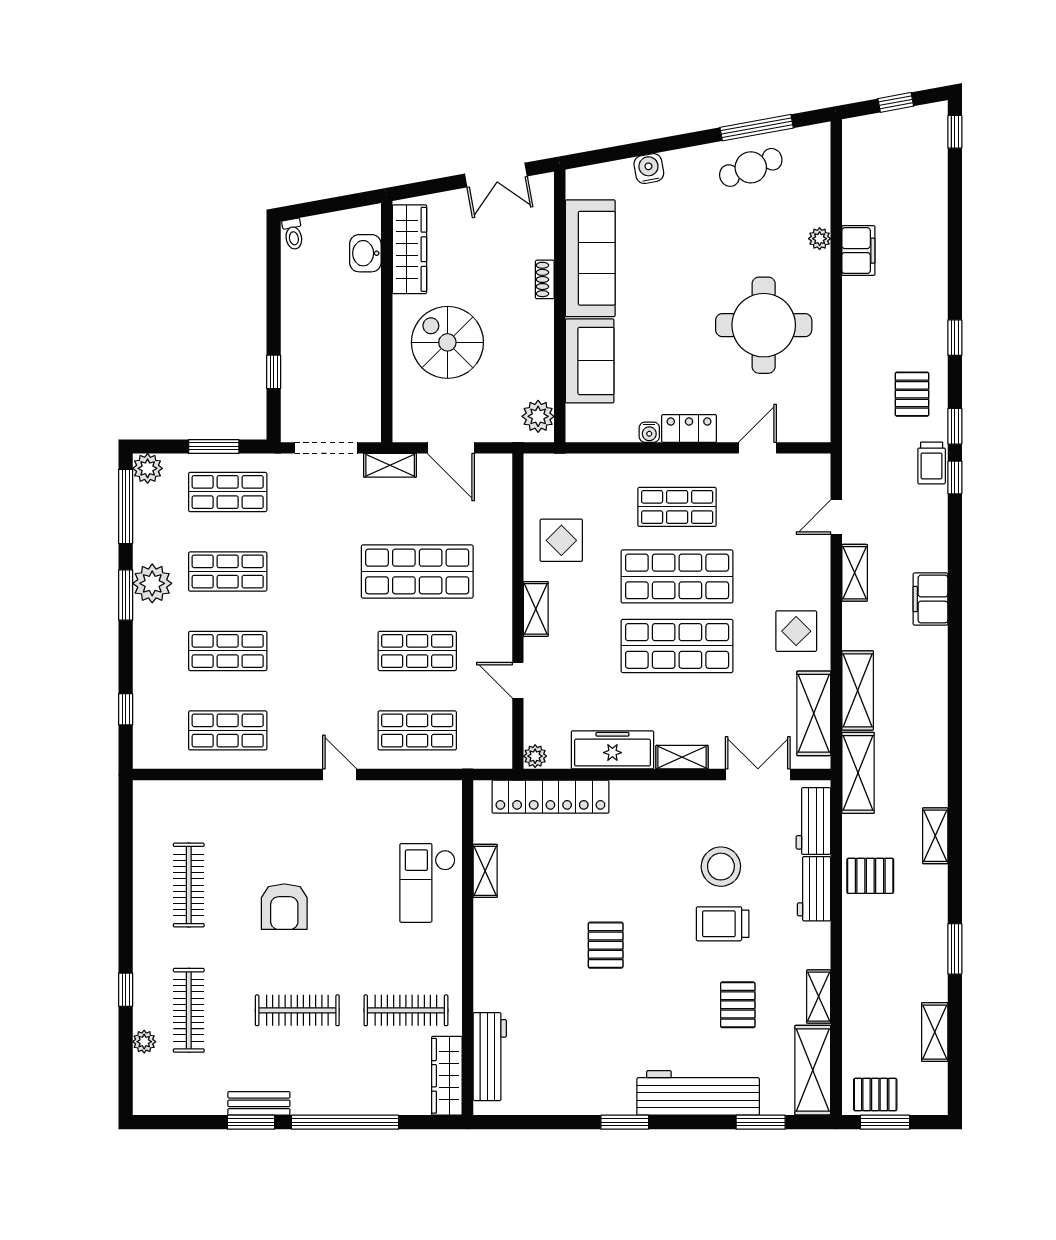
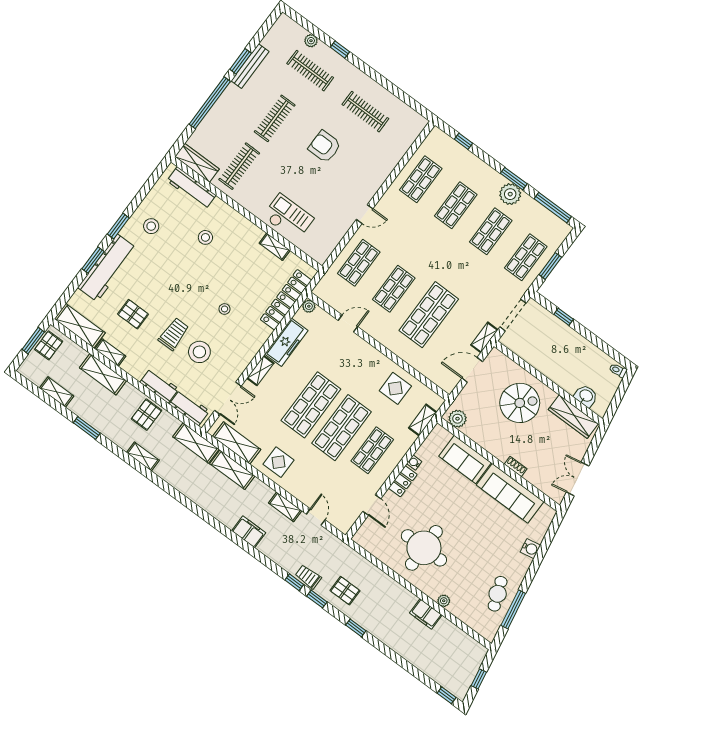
plant: (148, 468) -> (562, 230), removed
shelving: (536, 609) -> (423, 420), moved, turned 90
stool: (631, 877) -> (225, 309), added
pallet: (606, 945) -> (203, 275), removed
stool: (547, 982) -> (205, 237), added
shelving: (858, 984) -> (103, 374), added
stool: (589, 1074) -> (151, 226), added
bench: (259, 1103) -> (250, 66), width x1.36
window: (761, 1122) -> (93, 260), moved

